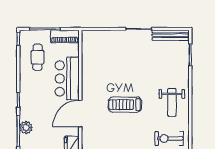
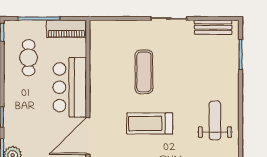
bench: (171, 35) -> (213, 27), width x0.73
exercise mat: (121, 67) -> (144, 72), added
weight bench: (172, 102) -> (215, 120), turned 180

